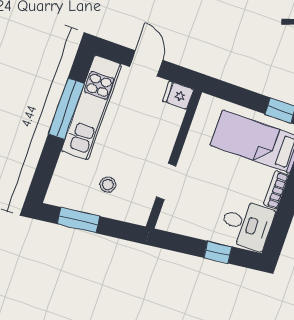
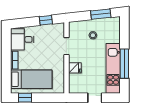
fridge: (178, 95) -> (75, 68), moved
window: (218, 252) -> (46, 20), moved

